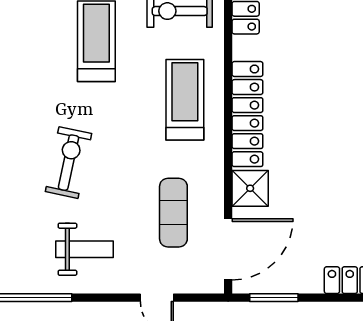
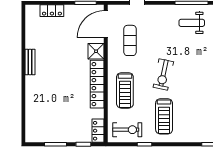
exercise bike: (68, 163) -> (163, 75), moved
weight bench: (85, 249) -> (192, 23), moved

